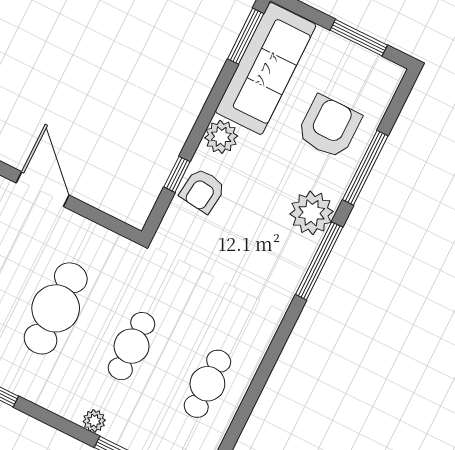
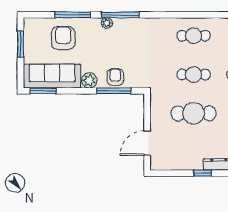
armchair: (329, 127) -> (63, 38), turned 90
window: (177, 174) -> (114, 91), width x2.17
armchair: (203, 191) -> (115, 77), turned -97
plant: (312, 213) -> (107, 23), width x0.53, depth x0.53

